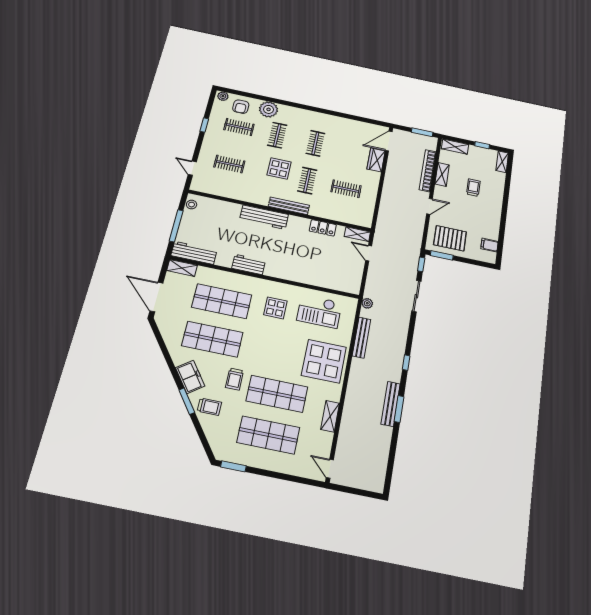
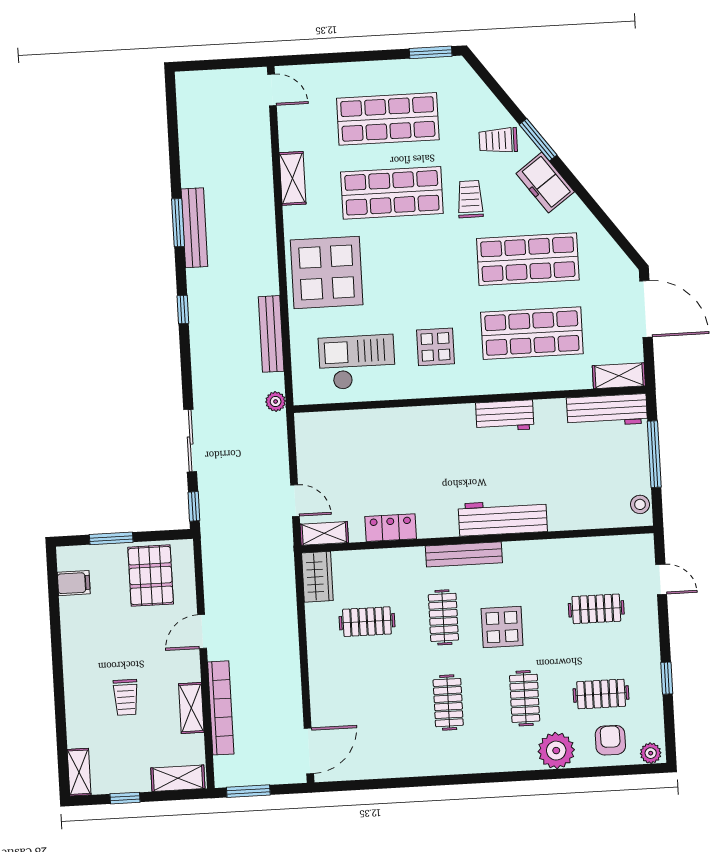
wardrobe: (376, 160) -> (317, 577), moved
pallet: (450, 238) -> (151, 576), turned 90
window: (442, 255) -> (111, 538), moved

